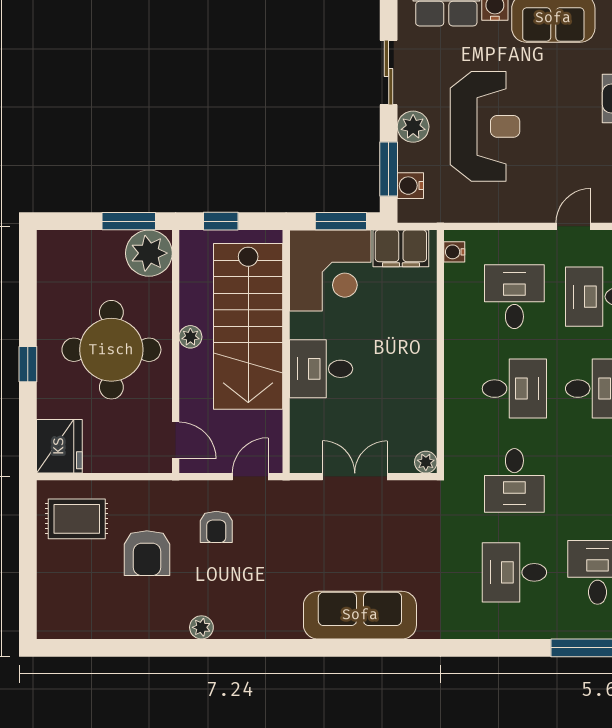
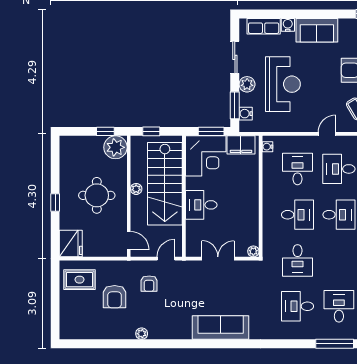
window: (129, 221) -> (105, 131), width x0.67
round table: (111, 350) -> (97, 195), width x0.73, depth x0.73

